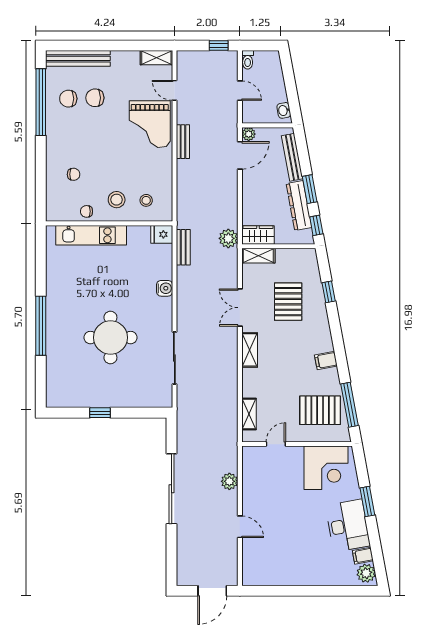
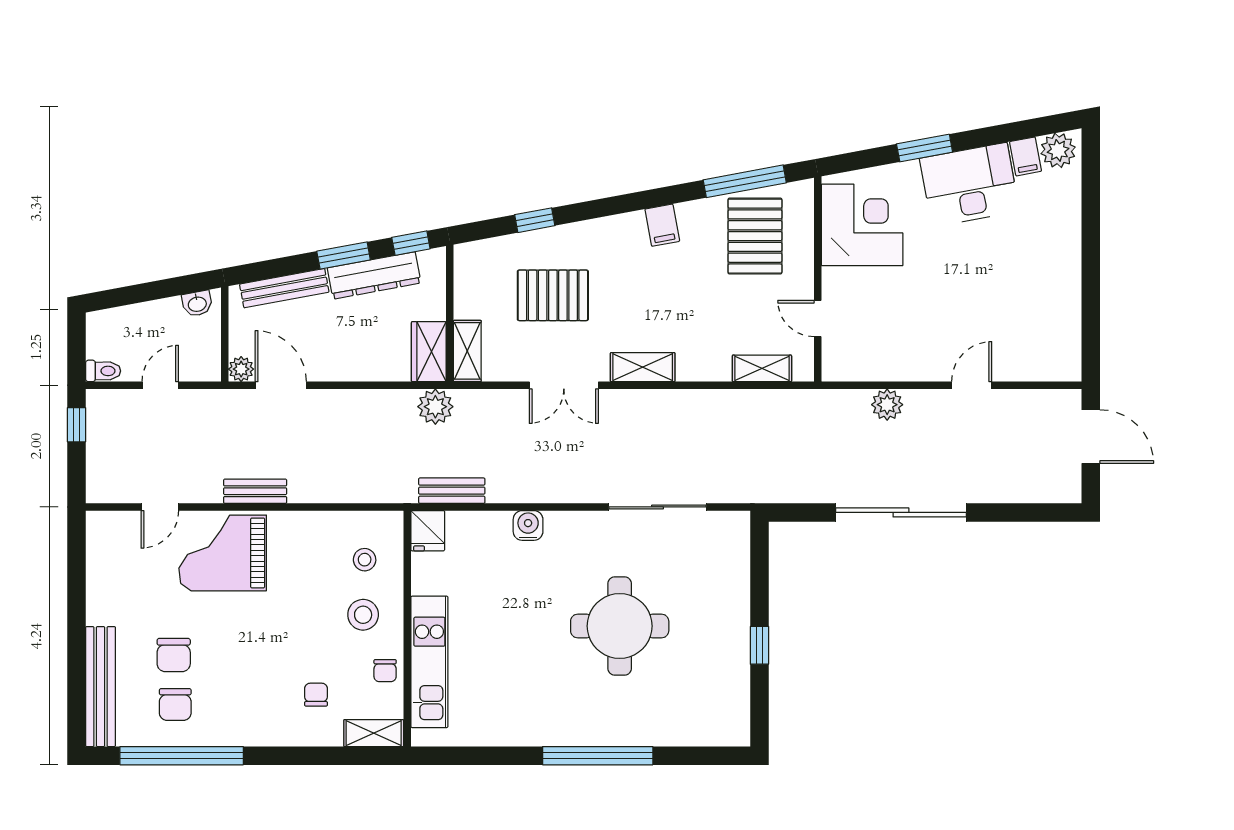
shelving: (156, 58) -> (374, 733), moved, turned 90
grand piano: (150, 124) -> (223, 553), turned 180

